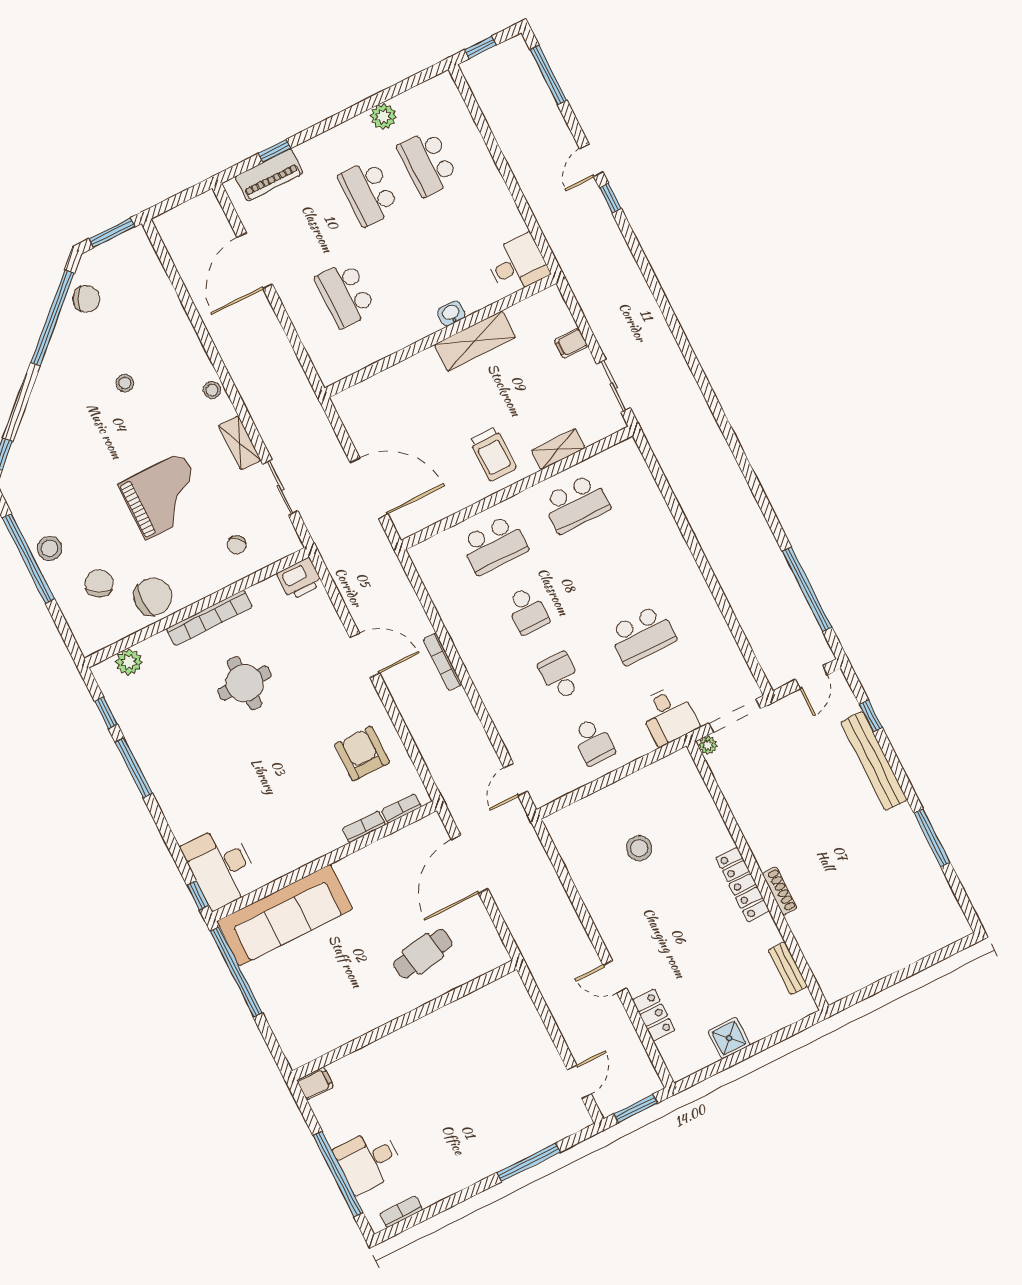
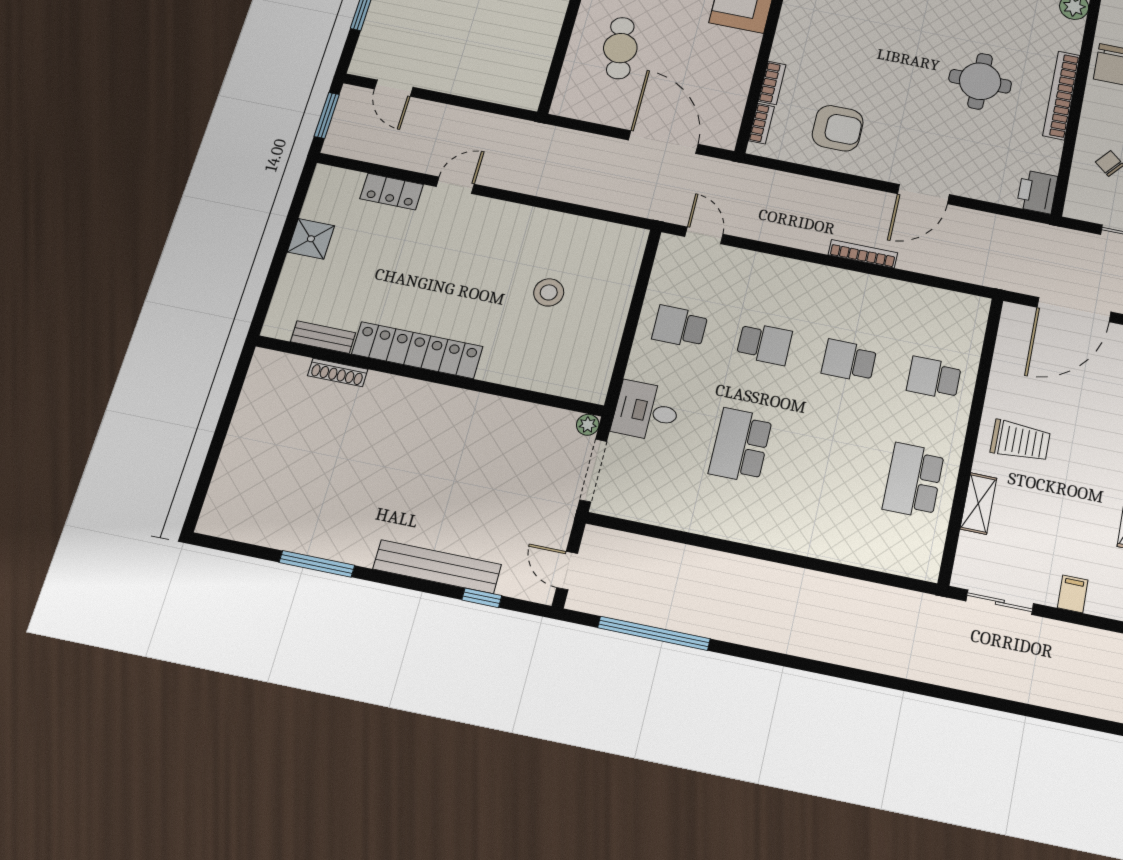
trolley: (493, 454) -> (1020, 441), turned 180
school desk: (494, 545) -> (934, 378), width x0.54
locker: (743, 884) -> (417, 350), width x1.41, depth x1.21
shoe rack: (780, 891) -> (338, 372), moved

